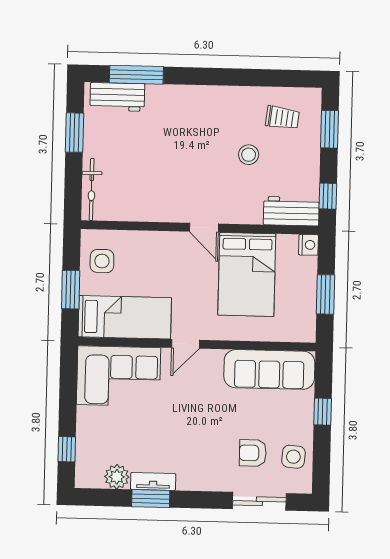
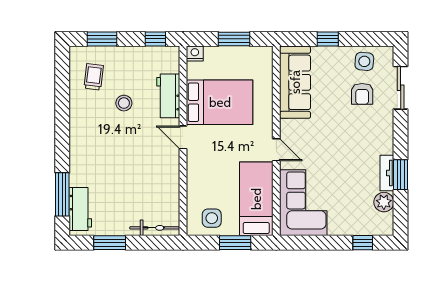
workbench: (291, 211) -> (168, 96), moved
door: (204, 228) -> (183, 137), swing flipped

